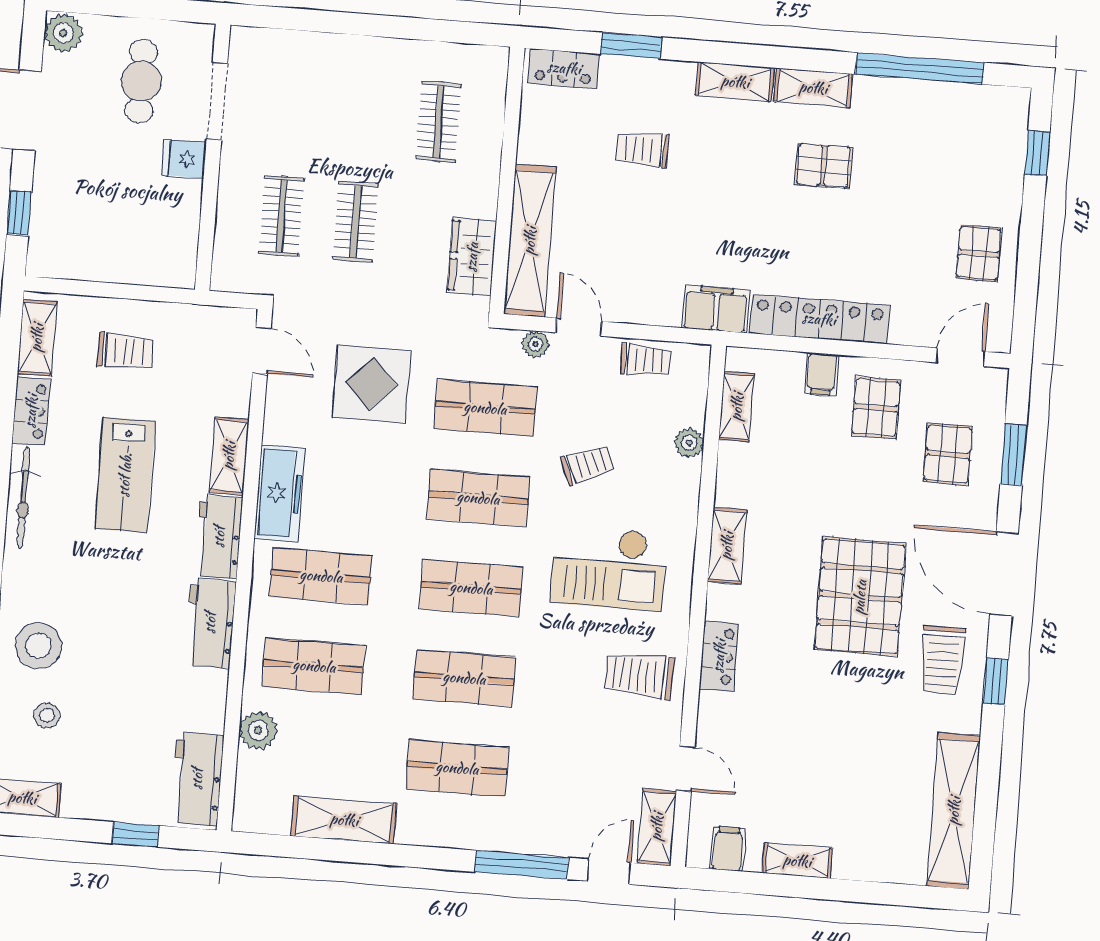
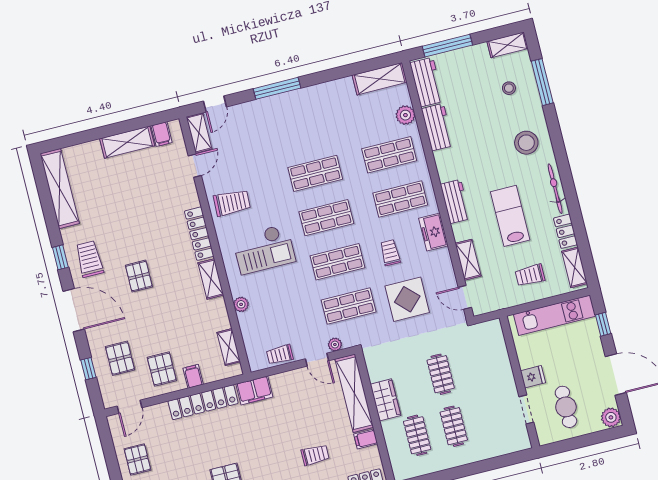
doorway: (217, 101) -> (526, 410), width x0.73
filing cabinet: (537, 148) -> (366, 439), added
clothes rail: (281, 216) -> (454, 426), moved
wardrobe: (472, 257) -> (385, 400), moved
kitchen unit: (105, 260) -> (555, 315), added
plant: (689, 443) -> (241, 304), moved
window: (1013, 455) -> (88, 369), width x0.67
shelving: (229, 456) -> (468, 260), moved
trolley: (588, 464) -> (390, 253), moved, turned 112
freezer: (280, 493) -> (433, 232), width x0.71
checkout: (609, 568) -> (264, 249), turned 180
pallet: (860, 597) -> (139, 276), width x0.49, depth x0.50
workbench: (210, 623) -> (438, 127), moved
stool: (38, 646) -> (526, 143), moved
locker: (719, 656) -> (199, 234), width x1.53
shop shelf: (457, 768) -> (304, 129), removed
door: (685, 769) -> (195, 166), swing flipped
shelving: (344, 820) -> (380, 79), moved
window: (135, 835) -> (447, 46), width x2.17
shelving: (797, 861) -> (127, 142), width x1.50, depth x1.33
window: (522, 865) -> (277, 88), moved

